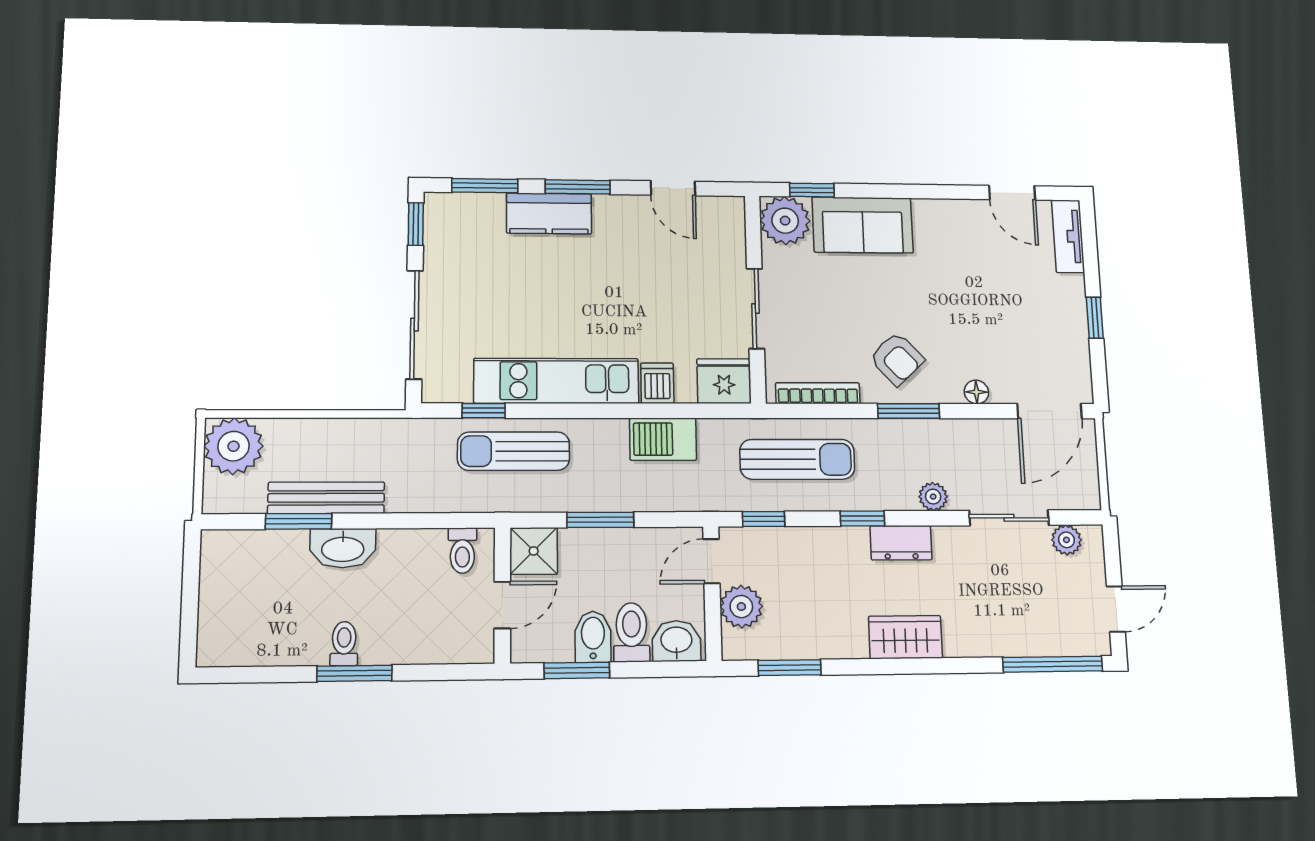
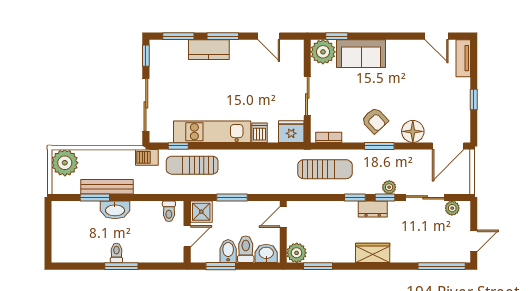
floor lamp: (976, 392) -> (413, 131), width x1.89, depth x1.89
bookcase: (818, 393) -> (329, 137), width x0.64
barbecue: (663, 439) -> (147, 157), moved, width x0.73, depth x0.79
window: (764, 519) -> (385, 197), moved
plant: (741, 607) -> (297, 253), moved

